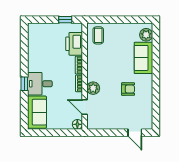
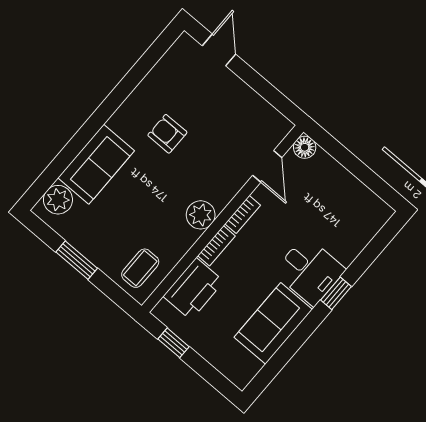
window: (122, 20) -> (77, 260), added
plant: (93, 88) -> (201, 215), moved
sofa: (37, 112) -> (273, 323), moved

